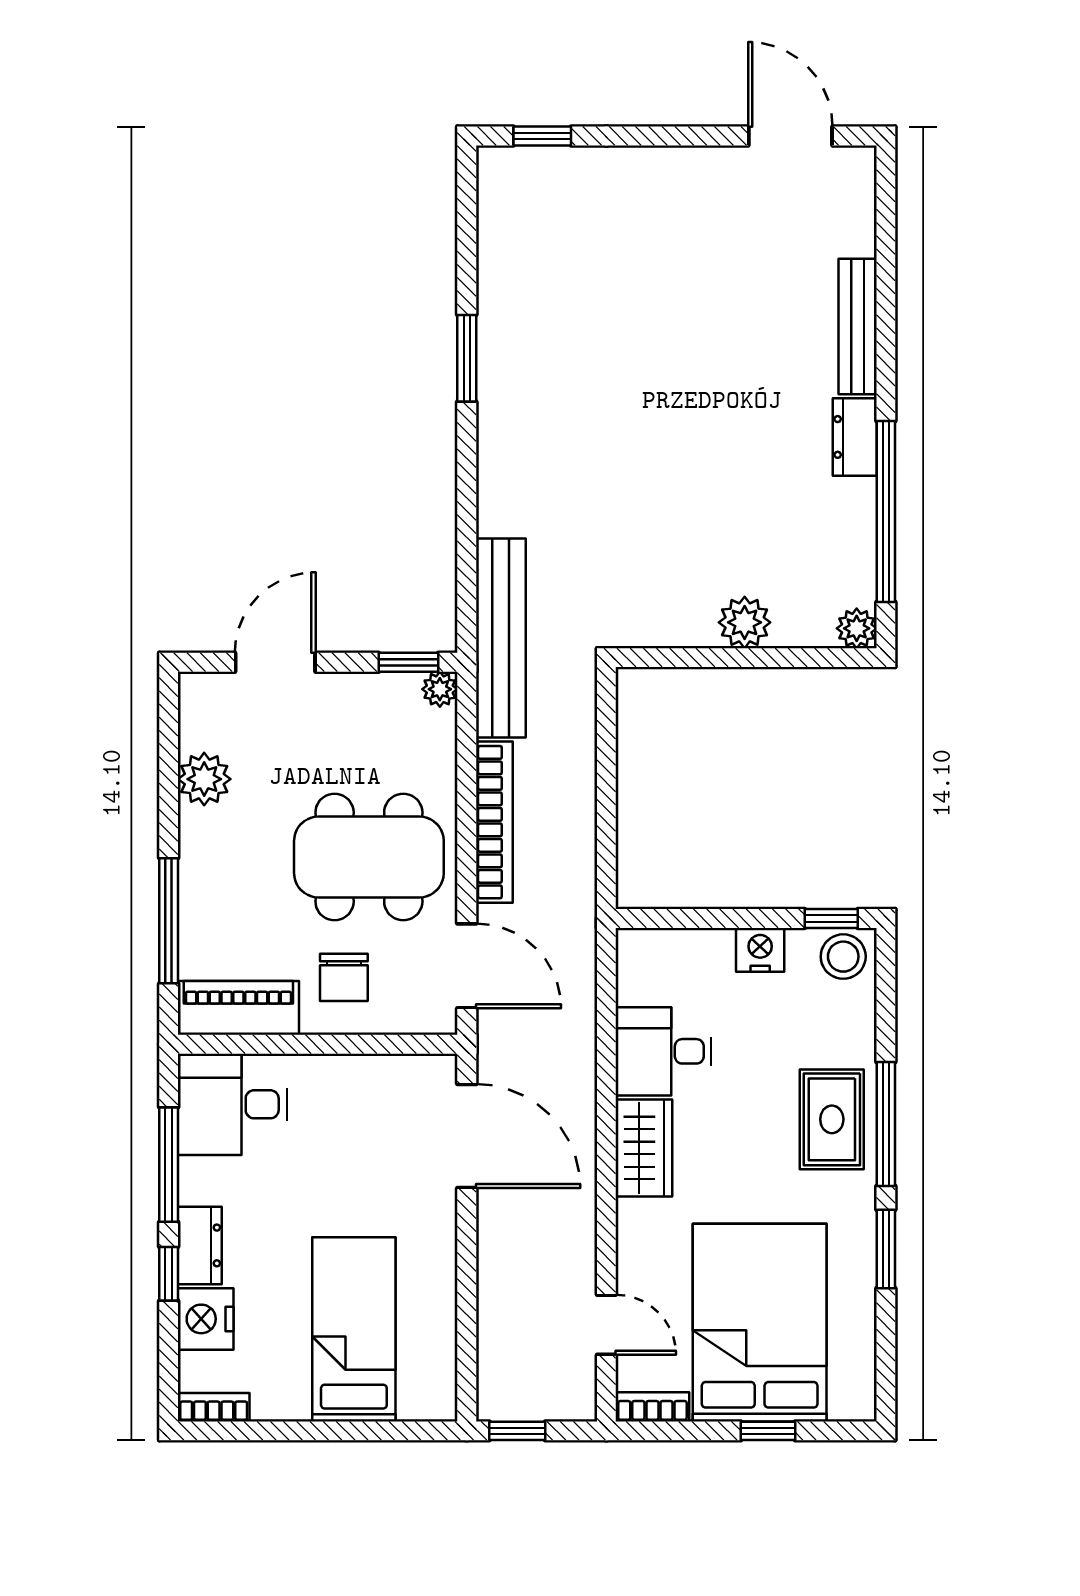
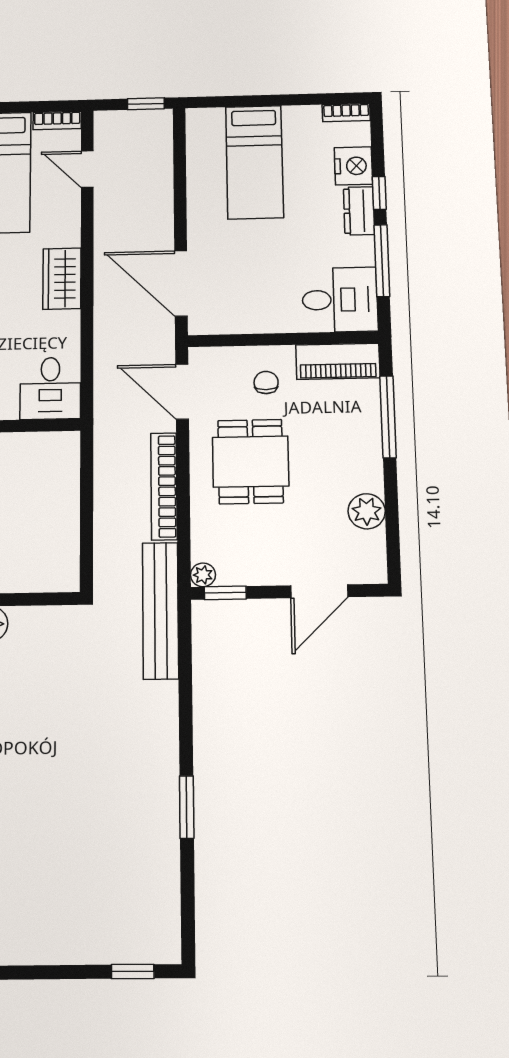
dining table: (369, 857) -> (251, 462), width x0.73
chair: (344, 977) -> (266, 382), width x0.73, depth x0.73
desk: (663, 1051) -> (50, 388), moved, turned 90

